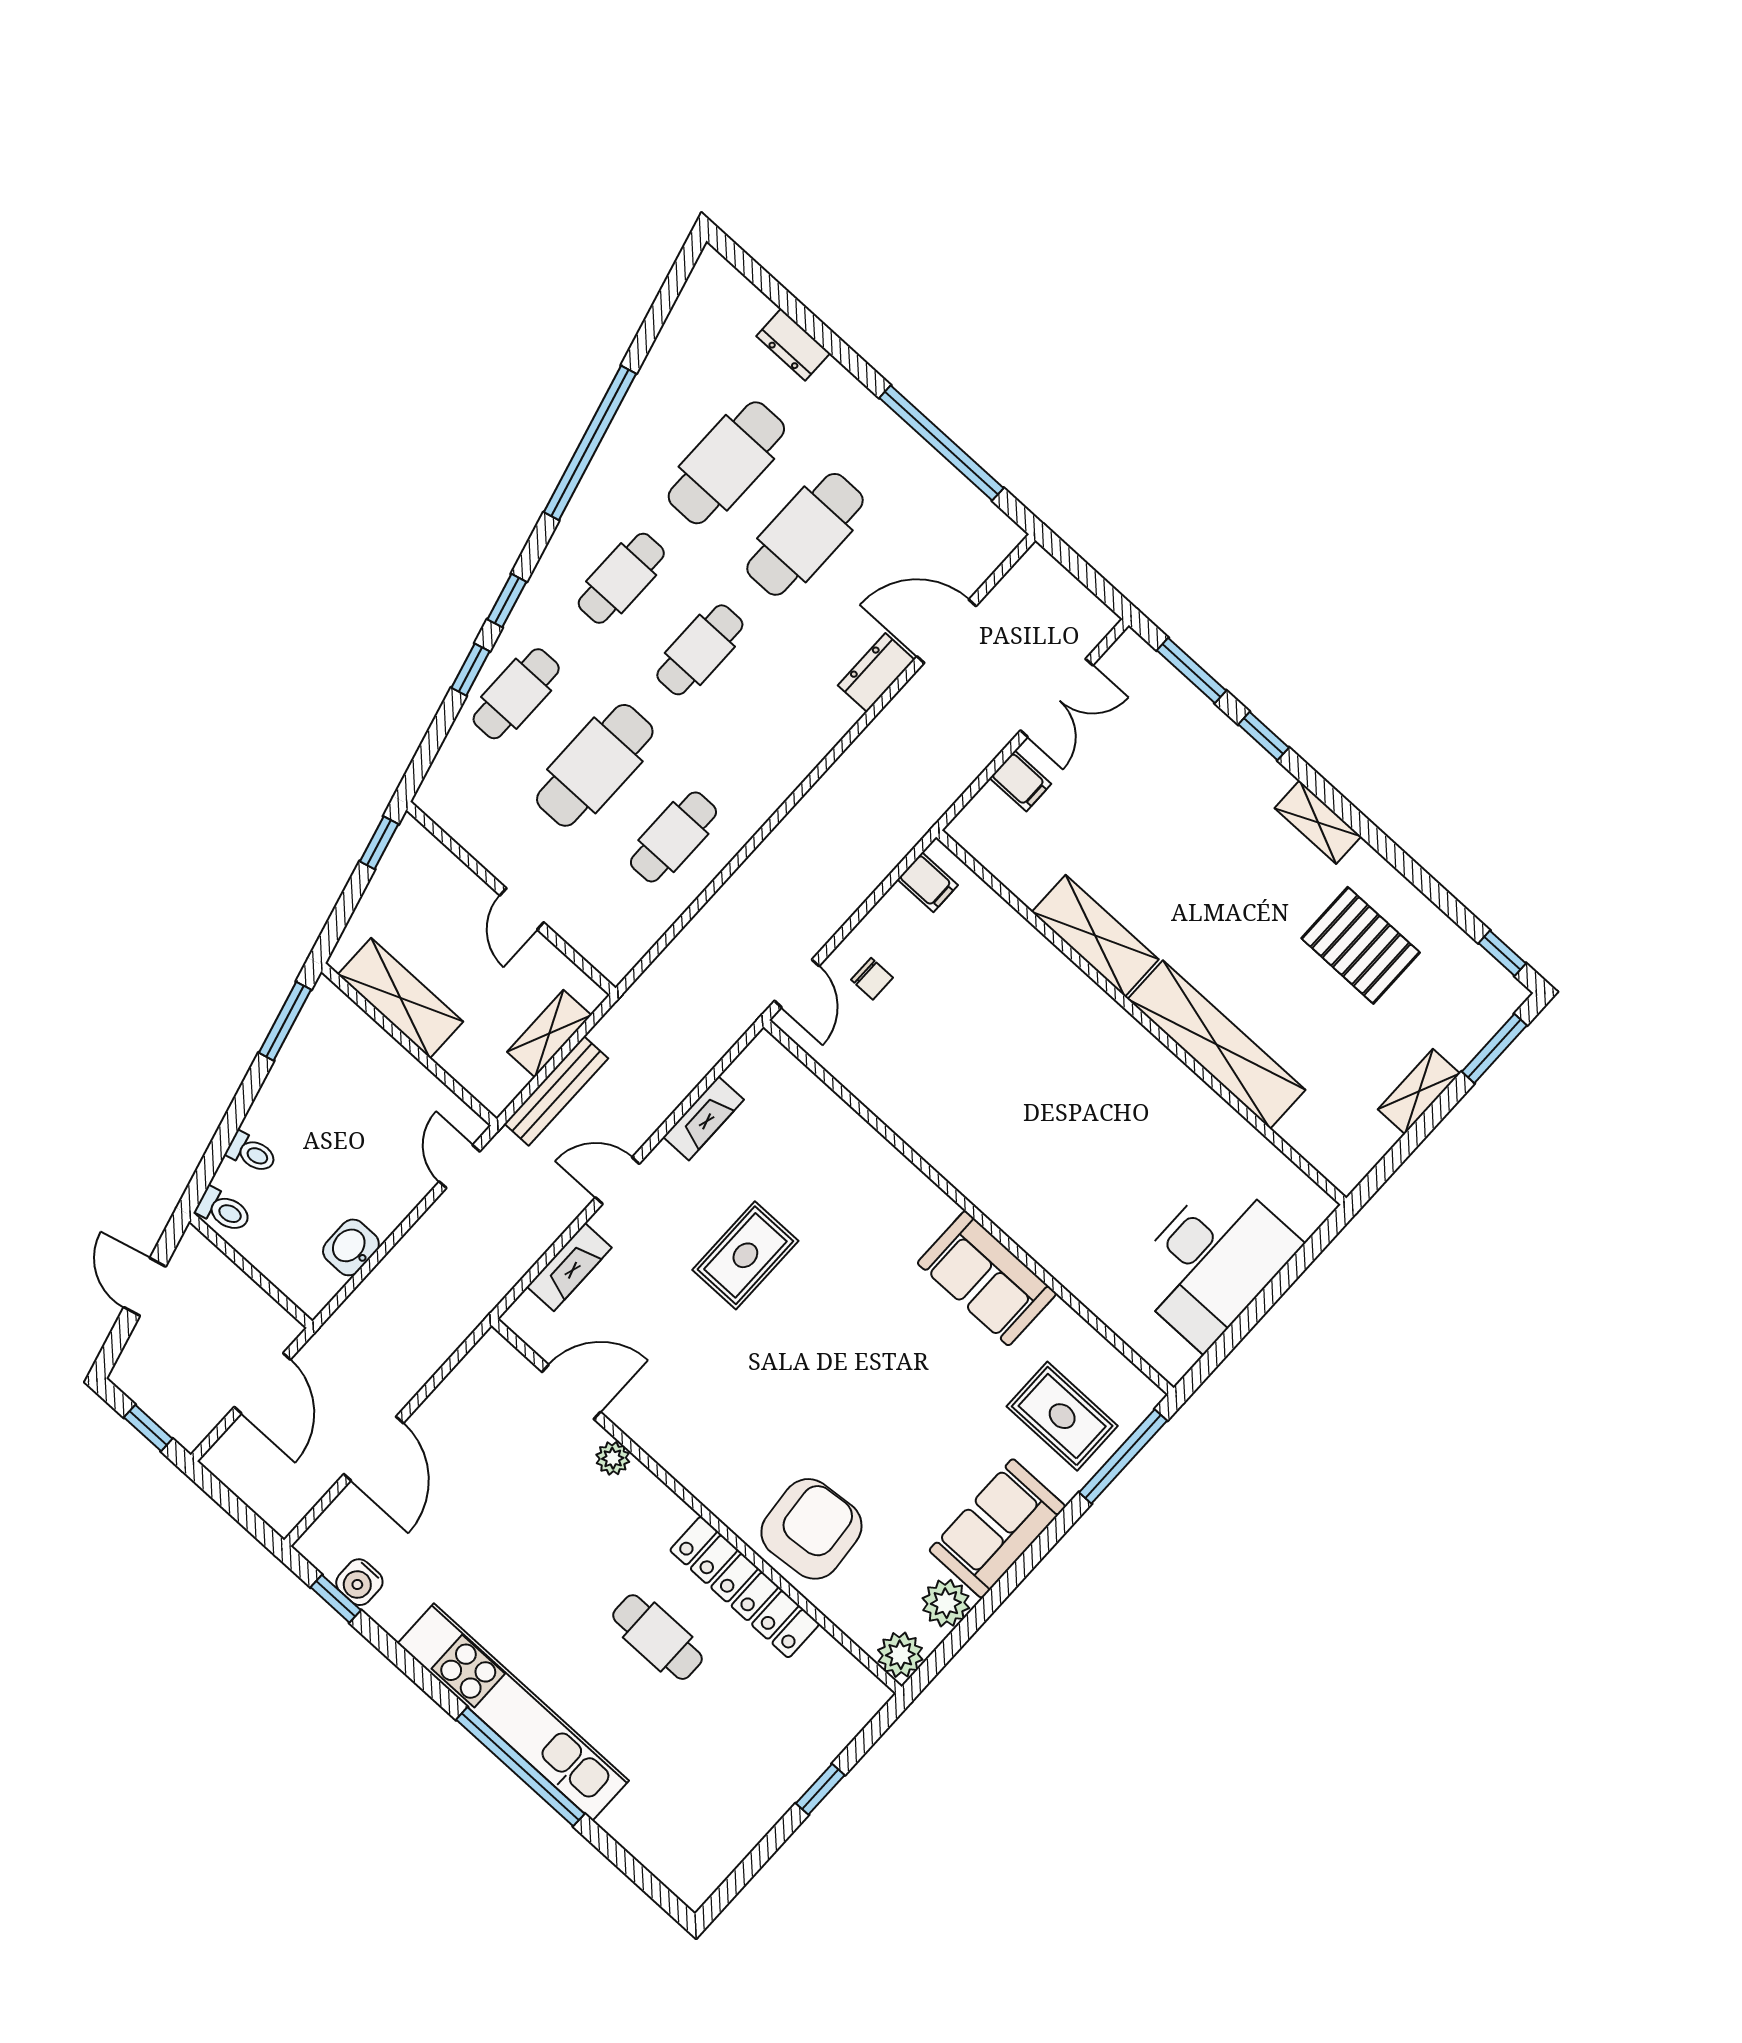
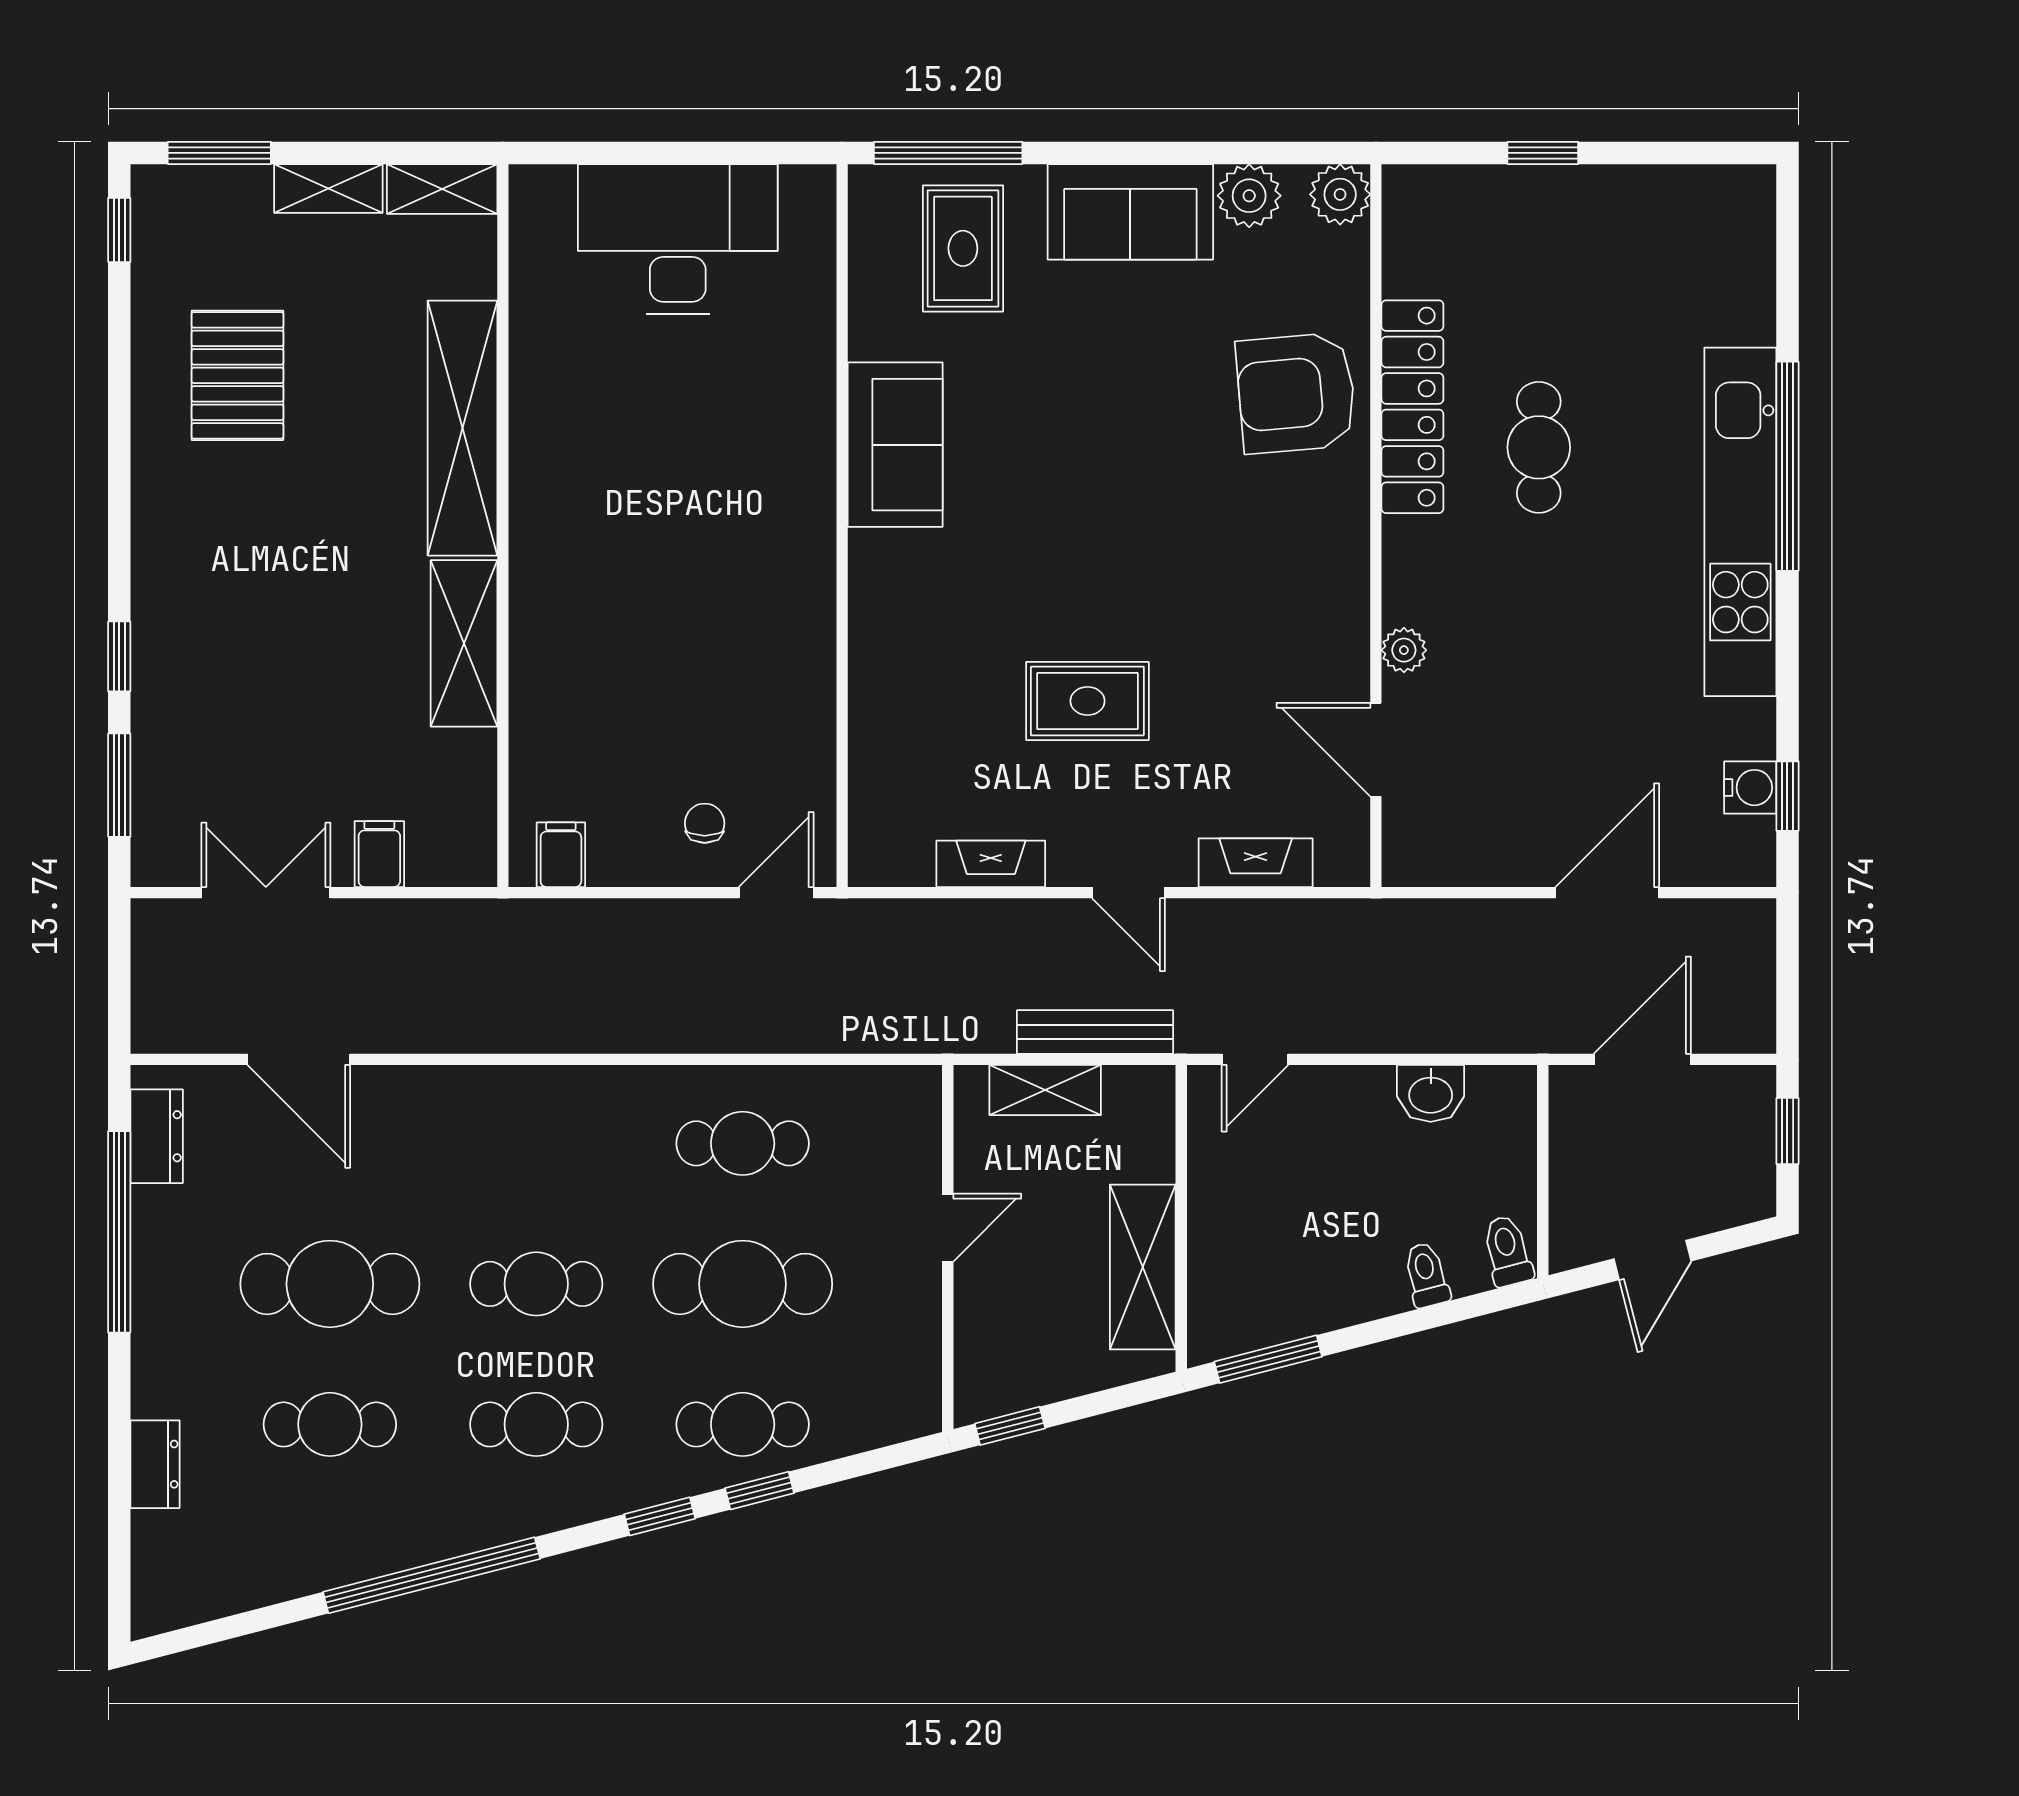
cafe table: (726, 463) -> (330, 1424), width x0.73, depth x0.74
dresser: (876, 673) -> (157, 1136), moved, turned -90
shelving: (1318, 822) -> (442, 189), moved, turned 90

